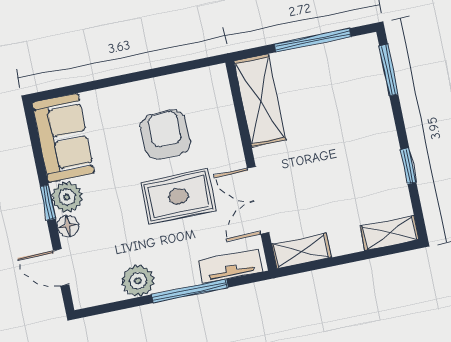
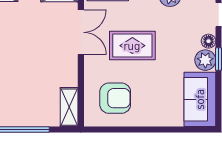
shelving: (260, 100) -> (69, 107), width x0.67, depth x0.75
armchair: (166, 134) -> (115, 98), moved, turned -89

